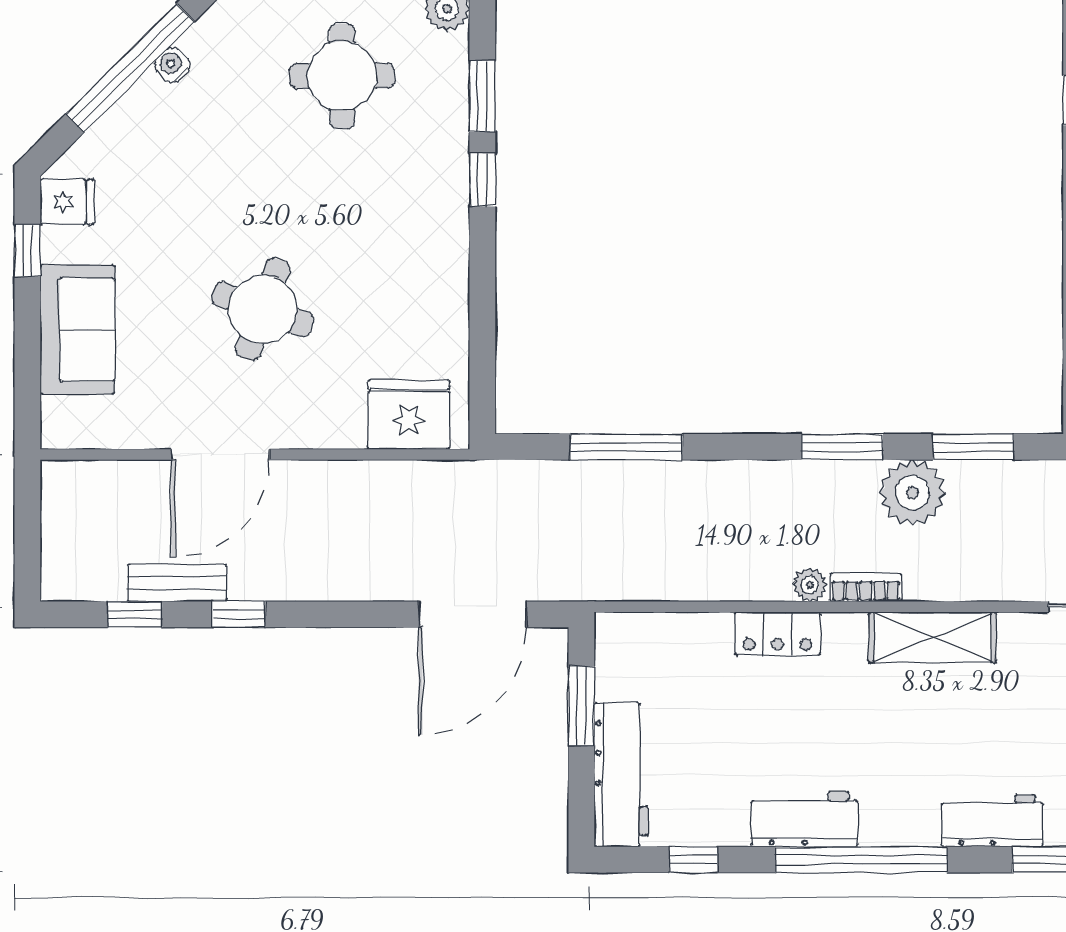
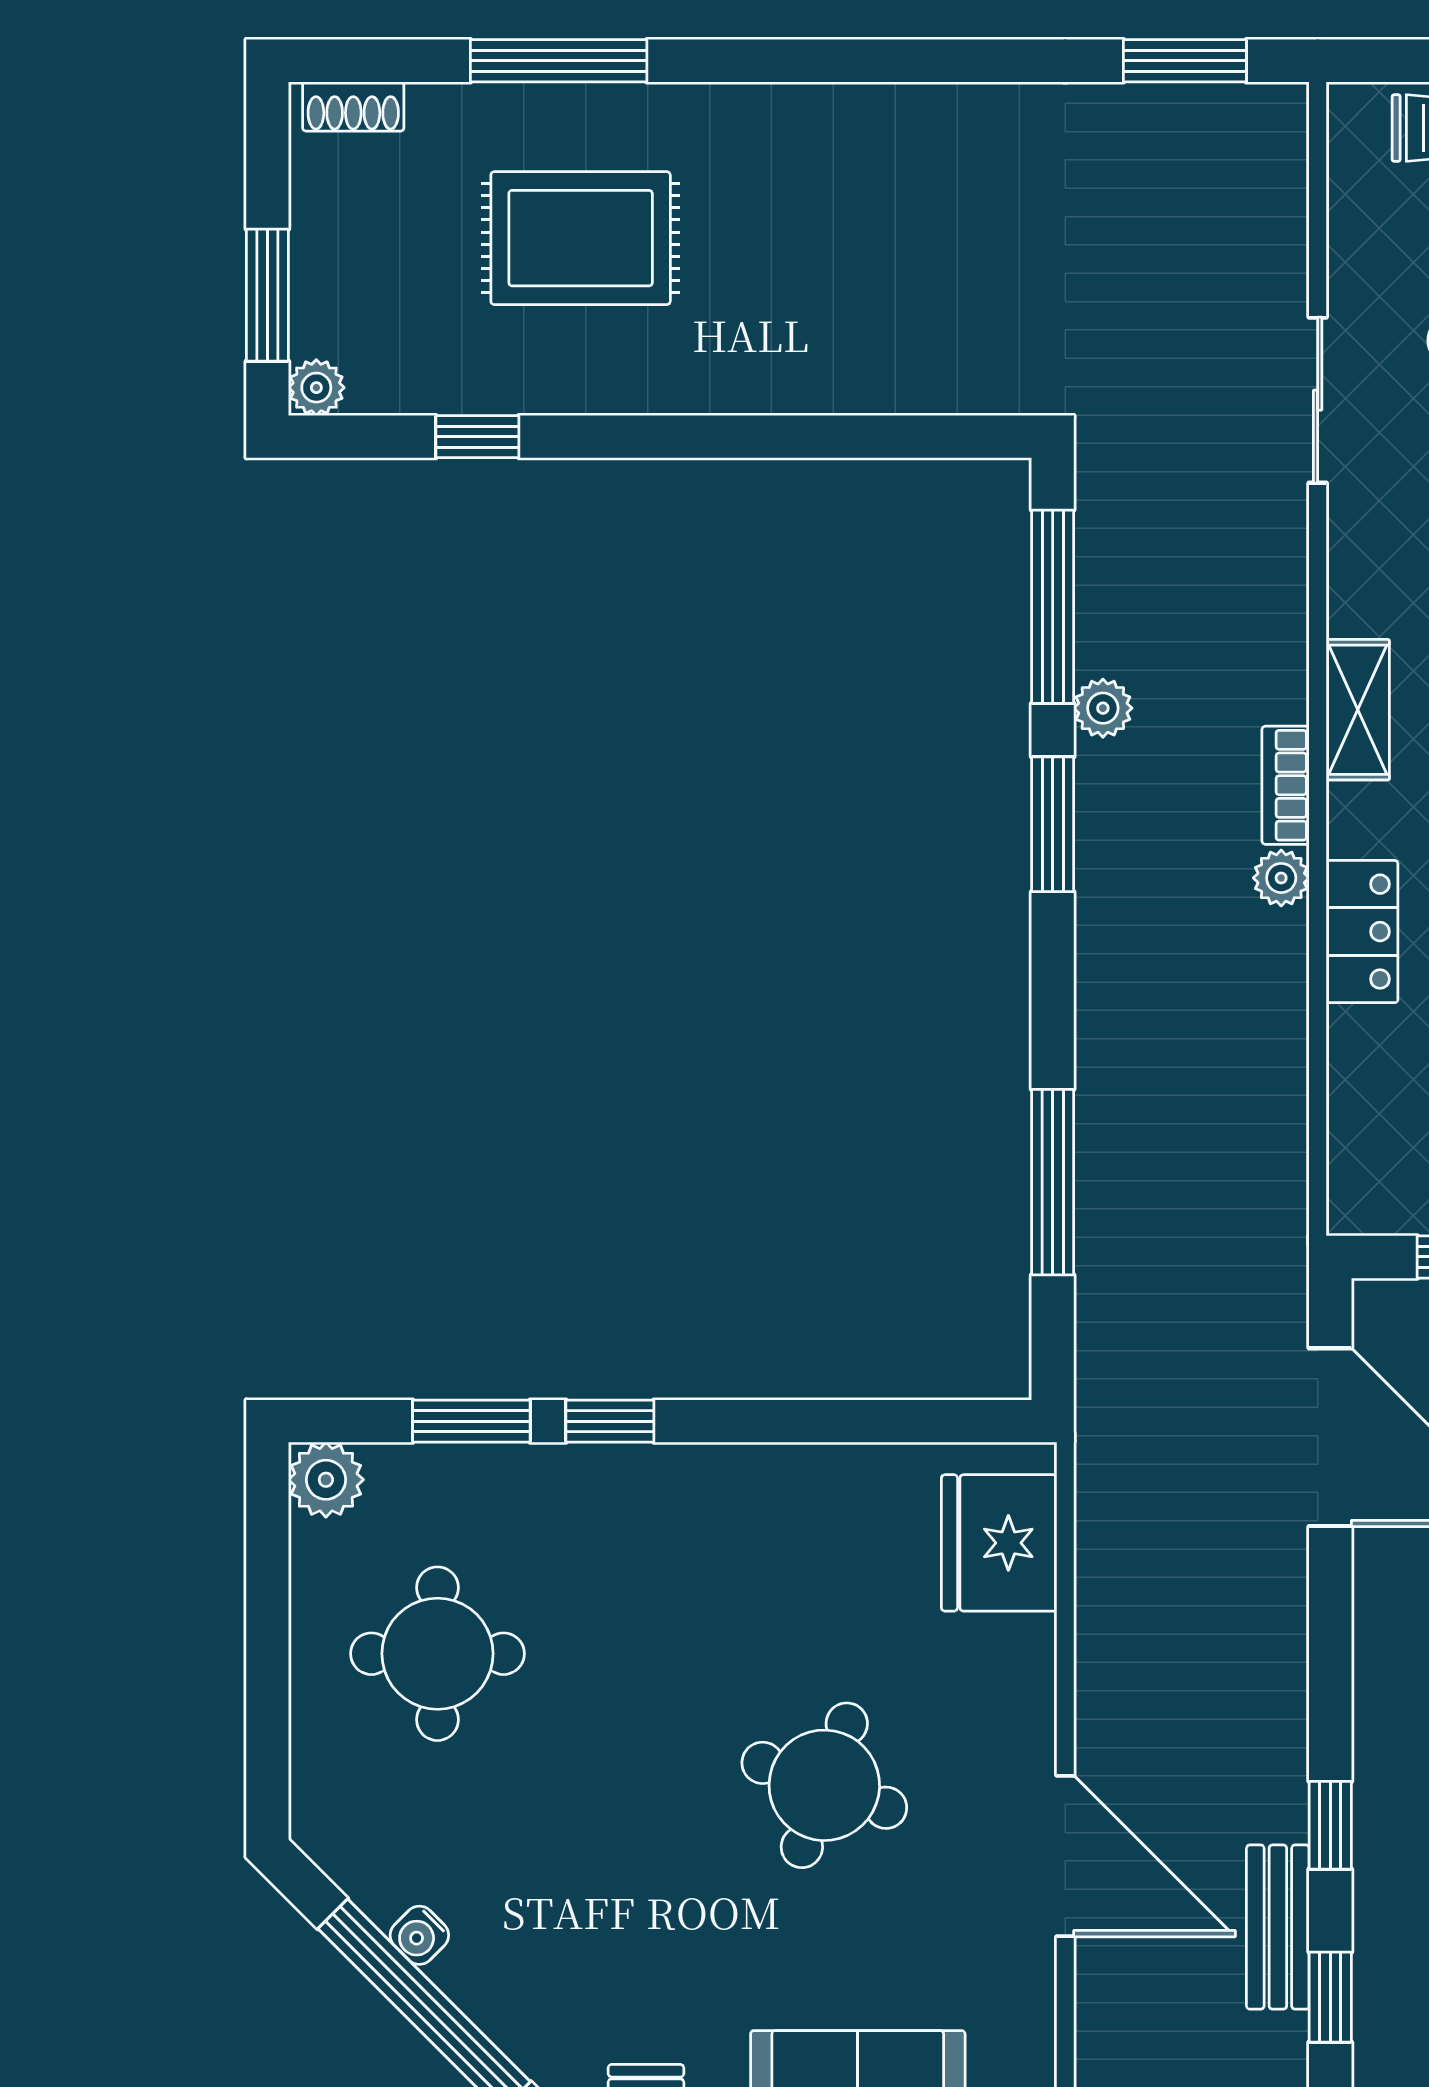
window: (974, 447) -> (1053, 607), width x1.44
plant: (912, 493) -> (1103, 708), width x0.53, depth x0.53
shelving: (933, 637) -> (1358, 710), width x0.67, depth x0.75

